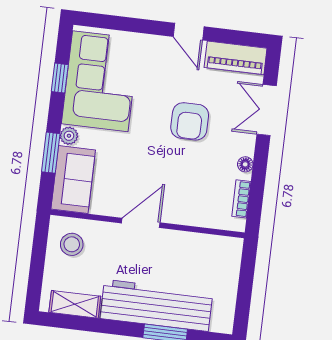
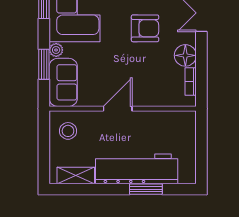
armchair: (190, 121) -> (145, 28), turned -90
floor lamp: (245, 164) -> (185, 55), width x1.89, depth x1.89

